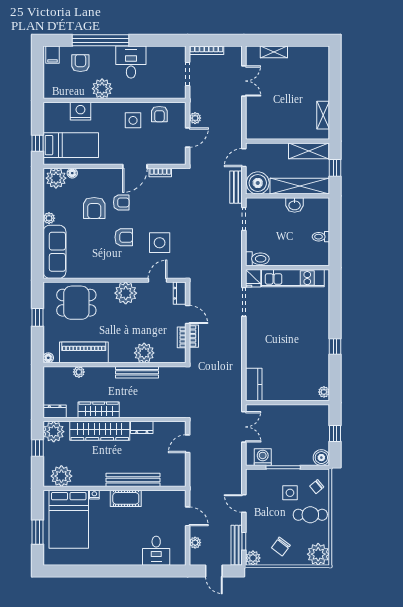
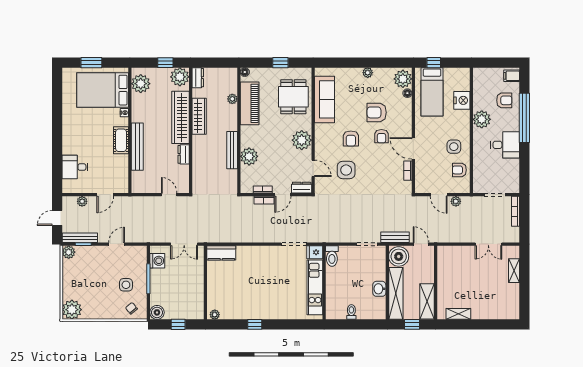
sofa: (54, 252) -> (324, 99), moved, turned -90
cafe table: (310, 515) -> (107, 303), removed
chair: (281, 547) -> (79, 277), removed

